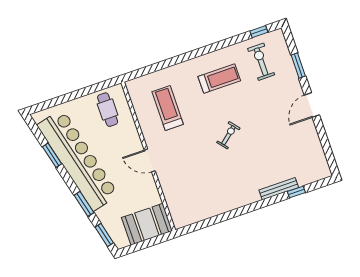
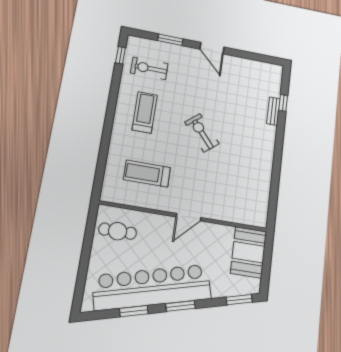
exercise bike: (228, 135) -> (202, 133), width x1.38, depth x1.39
bench: (279, 189) -> (273, 111), width x0.73
window: (84, 204) -> (180, 306), moved

